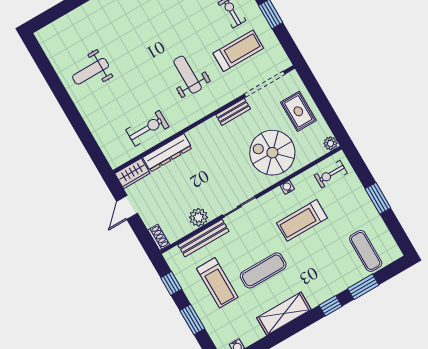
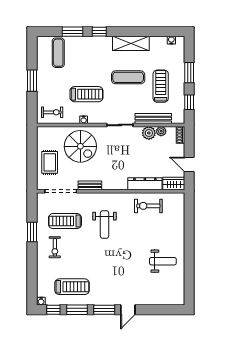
plant: (330, 143) -> (161, 131), moved
door: (127, 207) -> (189, 165), swing flipped

